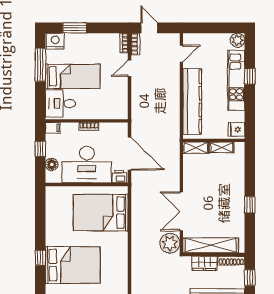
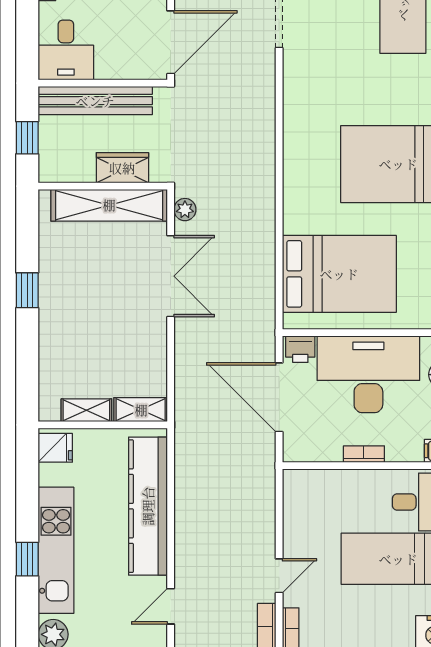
plant: (170, 243) -> (185, 210), width x0.53, depth x0.53
shoe rack: (231, 261) -> (66, 173), removed

